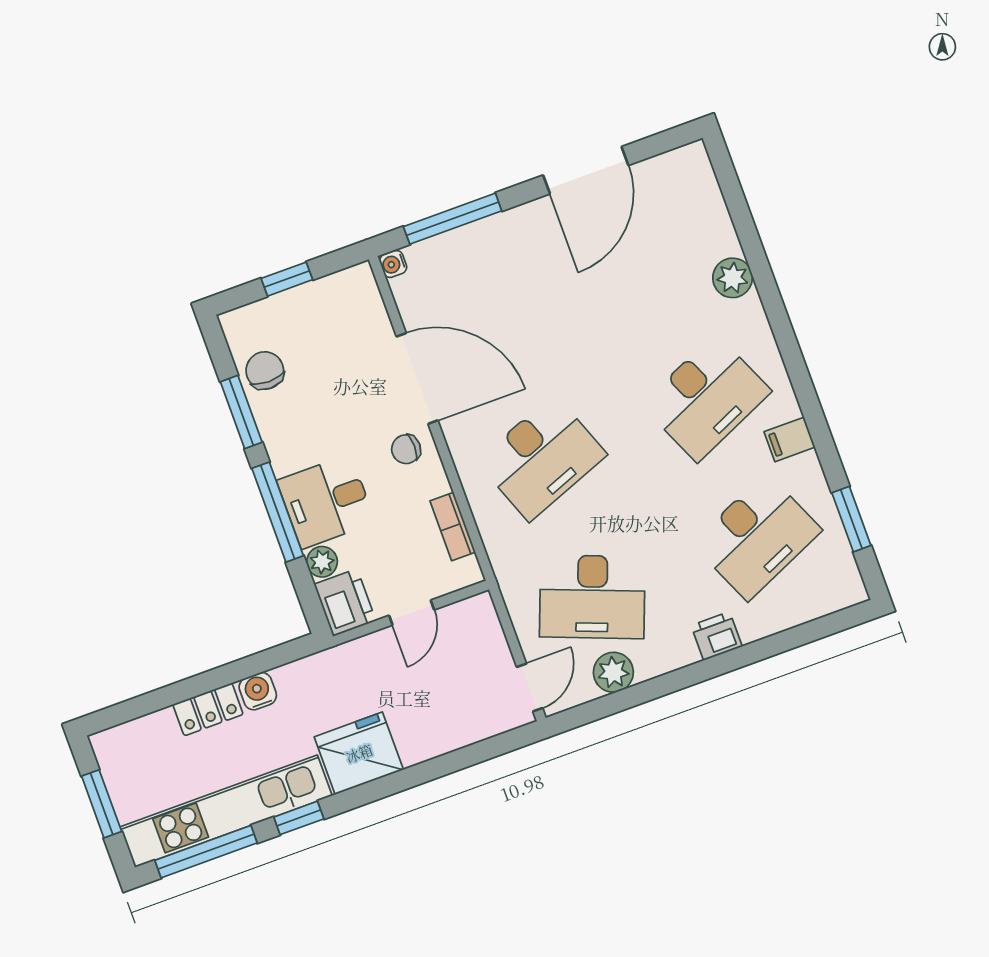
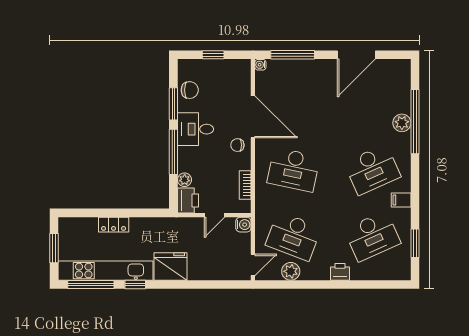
window: (759, 265) -> (415, 122), added
chair: (265, 371) -> (190, 90), turned 90
desk: (542, 458) -> (293, 170), turned 33
desk: (326, 502) -> (196, 129), moved
water cooler: (258, 691) -> (243, 225), moved, turned 90

